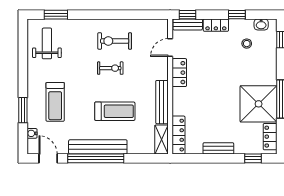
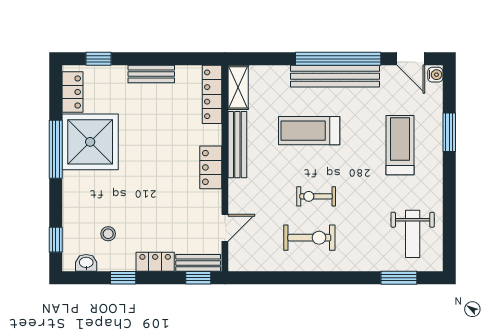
locker: (179, 73) -> (211, 167), moved
water cooler: (32, 133) -> (435, 75), moved

